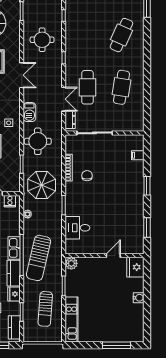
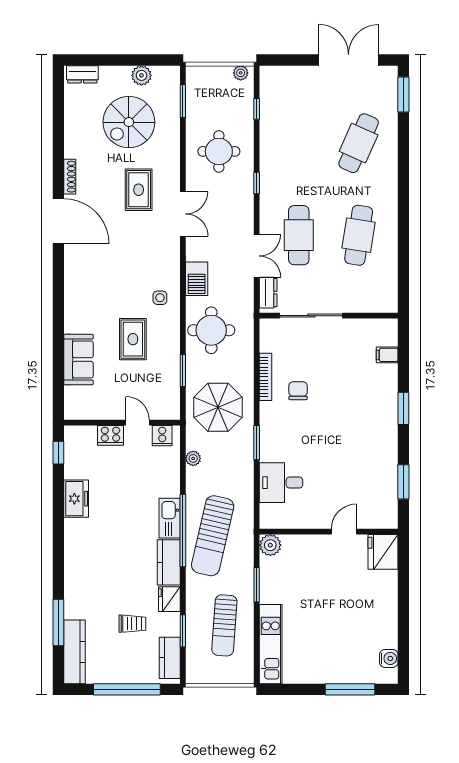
water cooler: (139, 298) -> (389, 658), moved

